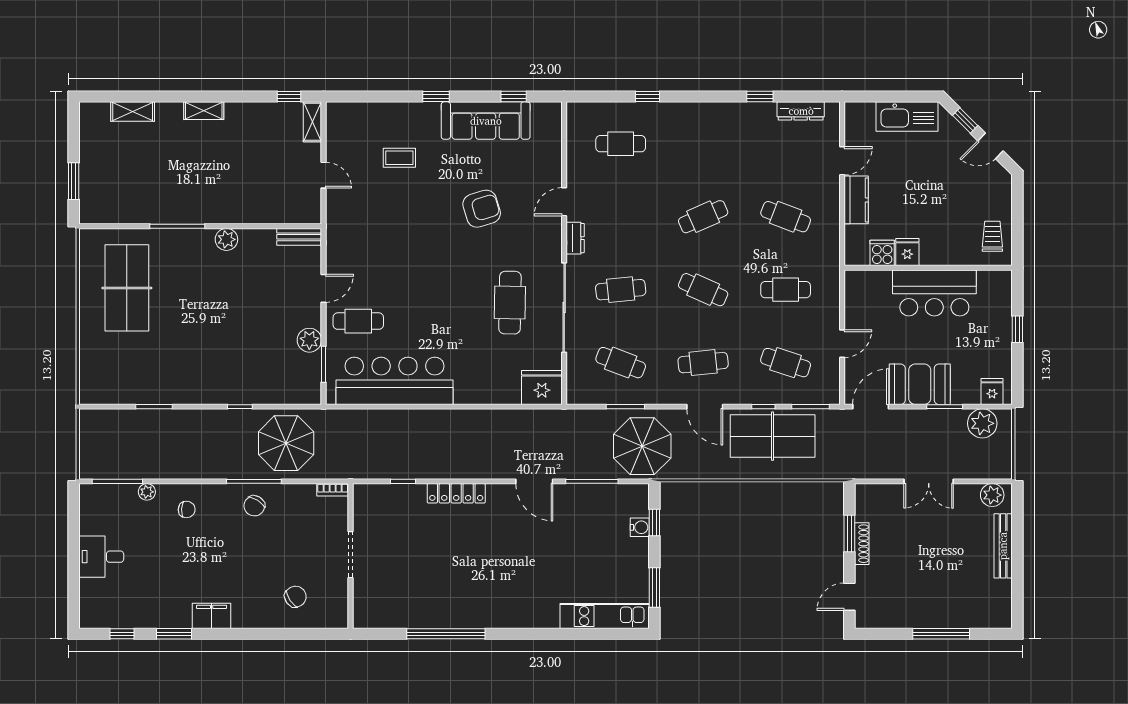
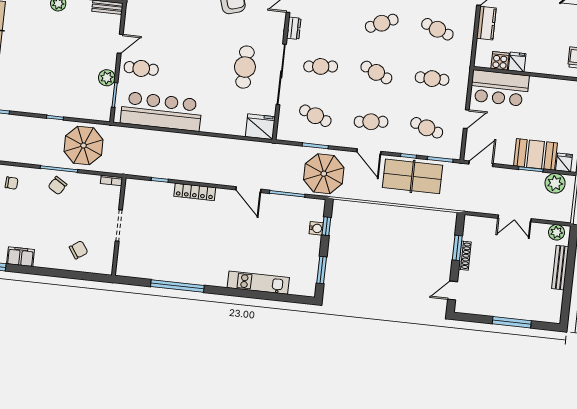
bar counter: (934, 293) -> (500, 88), moved
booth: (920, 384) -> (535, 154), moved
kitchen unit: (605, 616) -> (258, 283), moved

